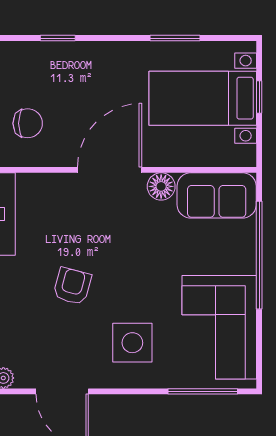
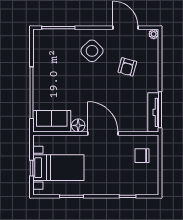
door: (110, 170) -> (103, 133), swing flipped
armchair: (72, 286) -> (127, 67), moved
corner sofa: (219, 327) -> (50, 58), removed
side table: (132, 343) -> (92, 51), turned 45

